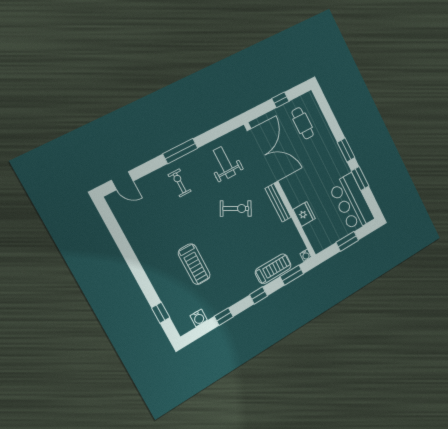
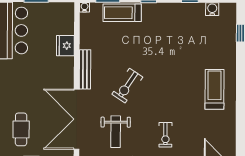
exercise bike: (236, 208) -> (127, 86), turned -84
treadmill: (194, 264) -> (215, 89), moved

